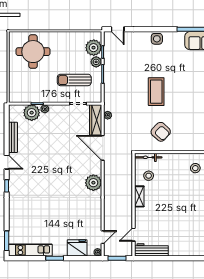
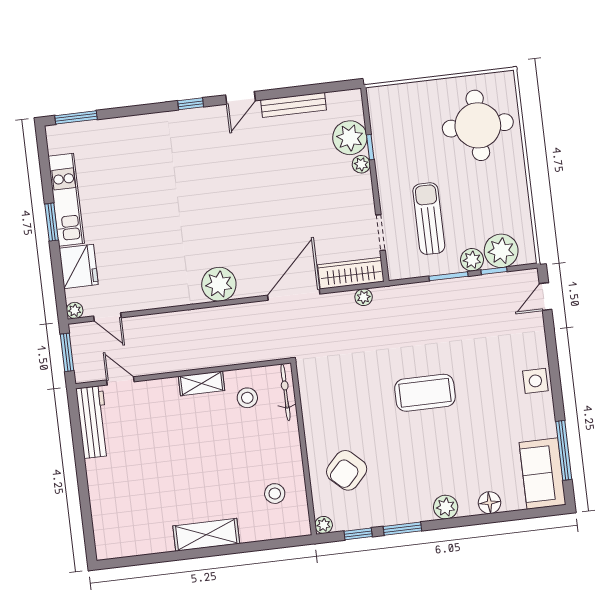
armchair: (161, 132) -> (347, 470), moved
kitchen unit: (30, 250) -> (66, 200), moved

